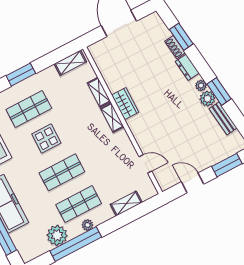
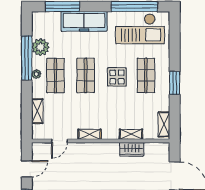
wardrobe: (125, 104) -> (132, 149), moved
shelving: (112, 118) -> (90, 134), moved

